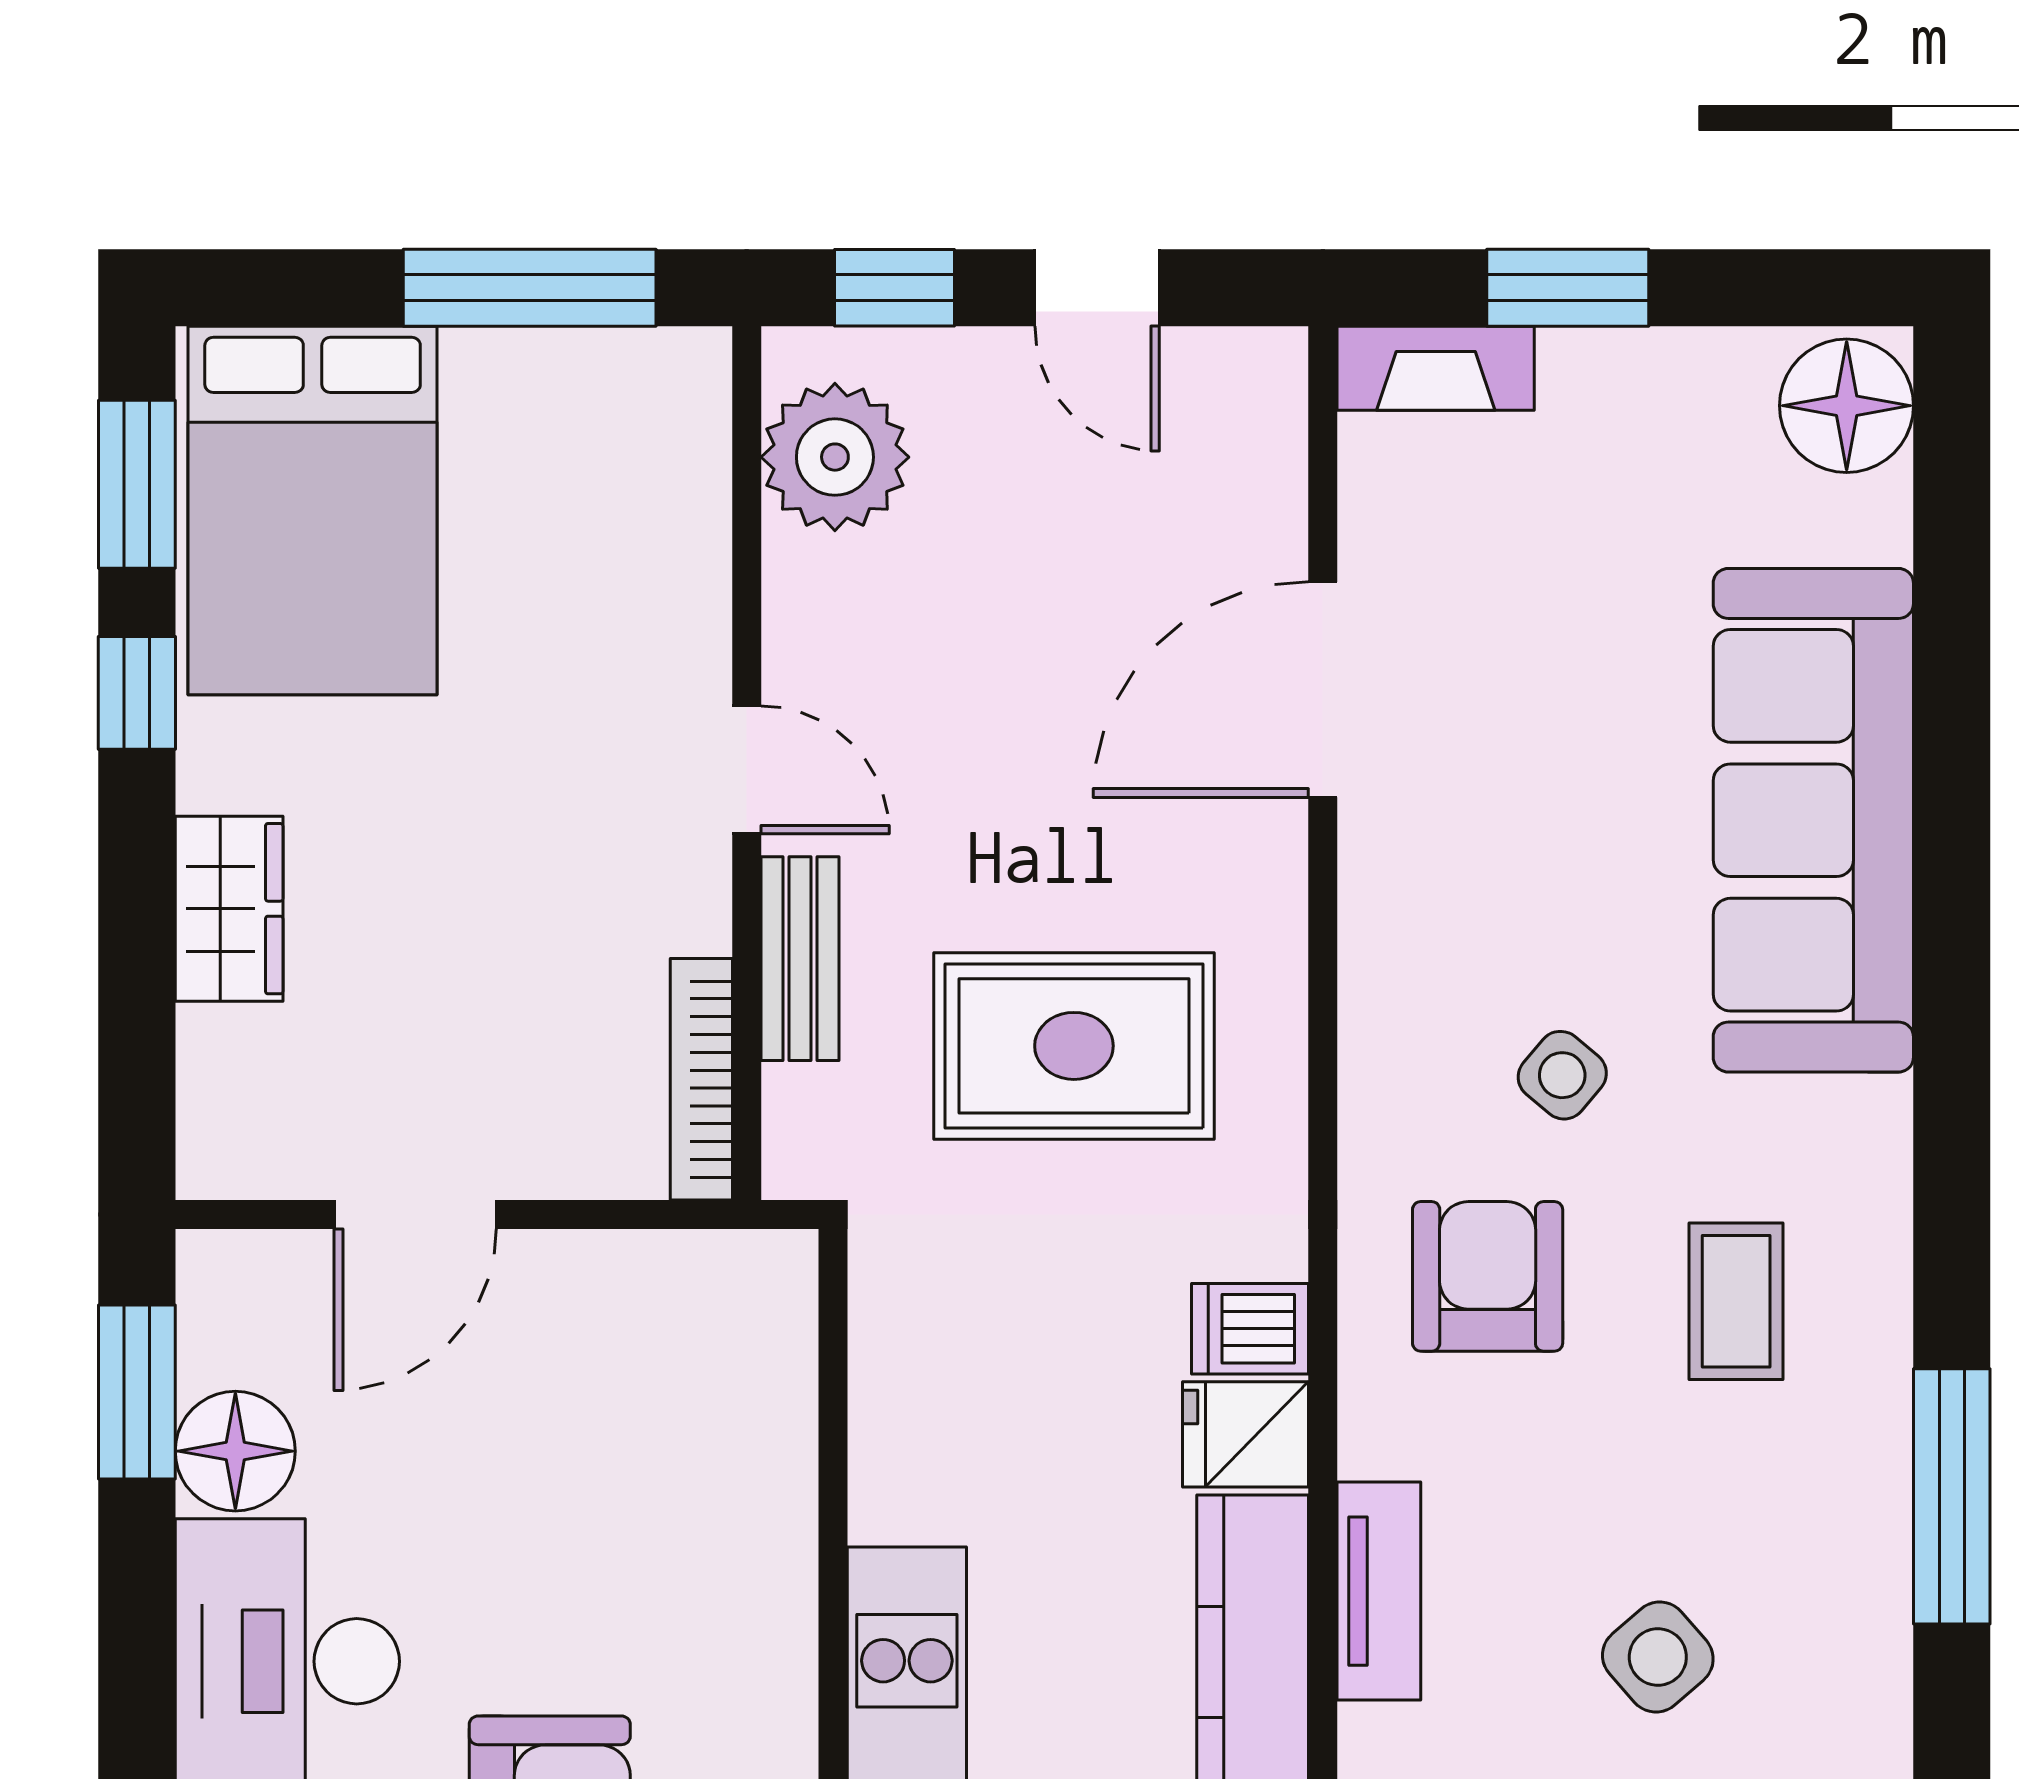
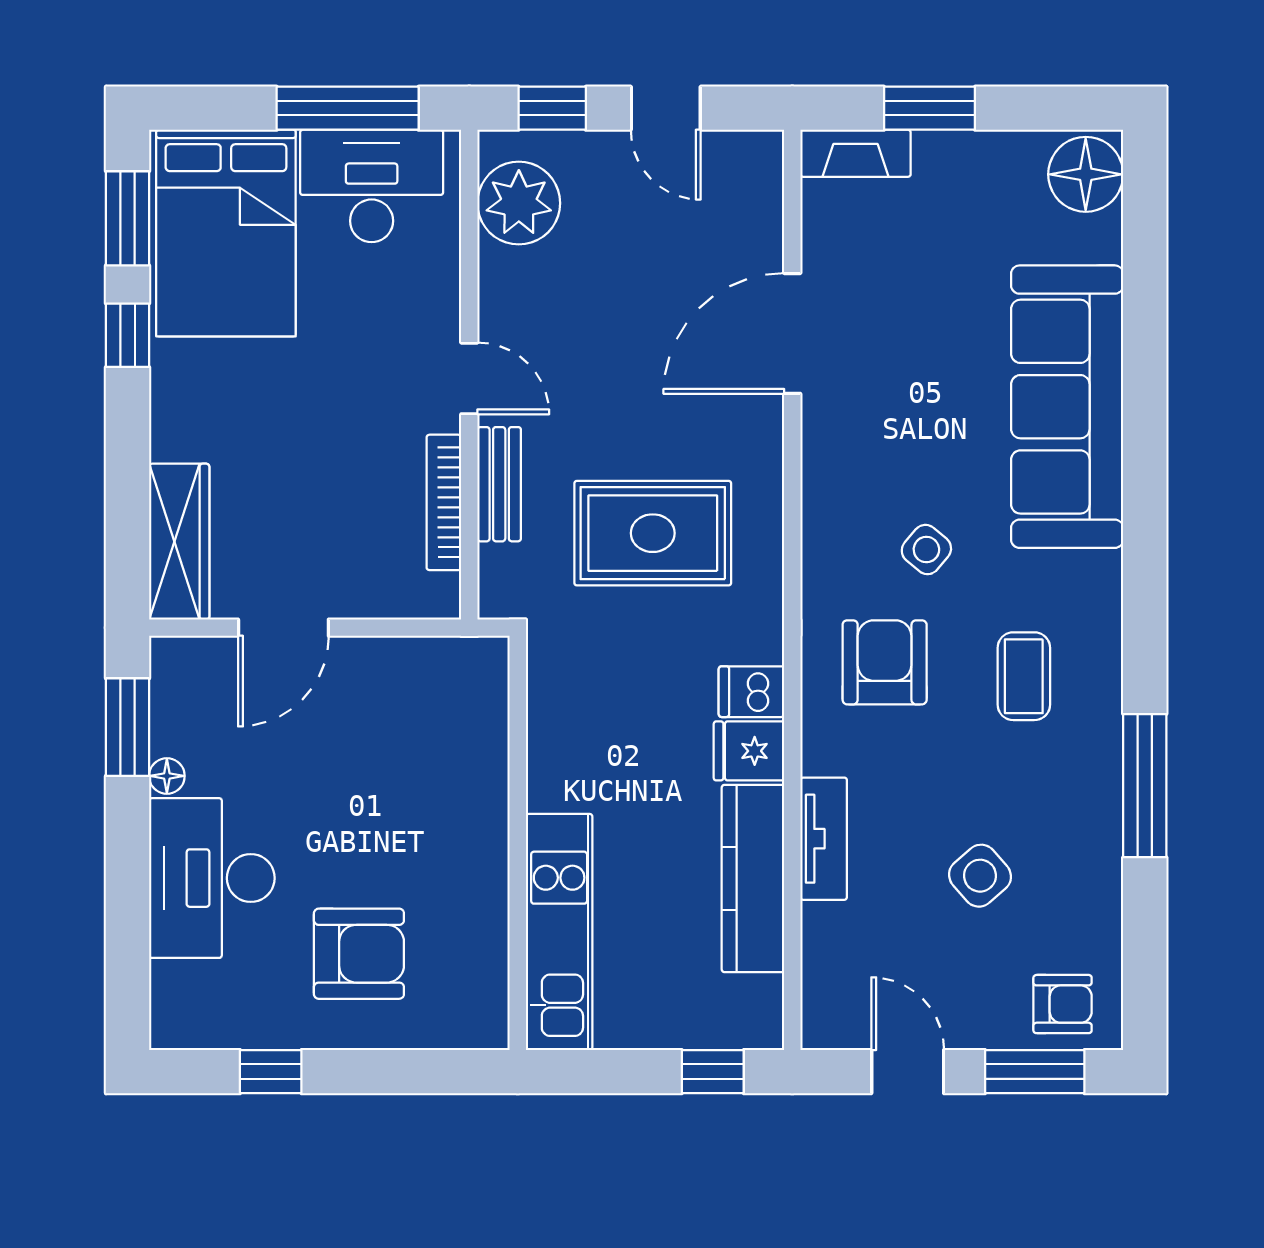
desk: (572, 427) -> (372, 186), added
wardrobe: (229, 909) -> (179, 542), moved, width x1.50
bookcase: (701, 1079) -> (444, 502), moved
floor lamp: (235, 1451) -> (167, 776), width x0.53, depth x0.53

